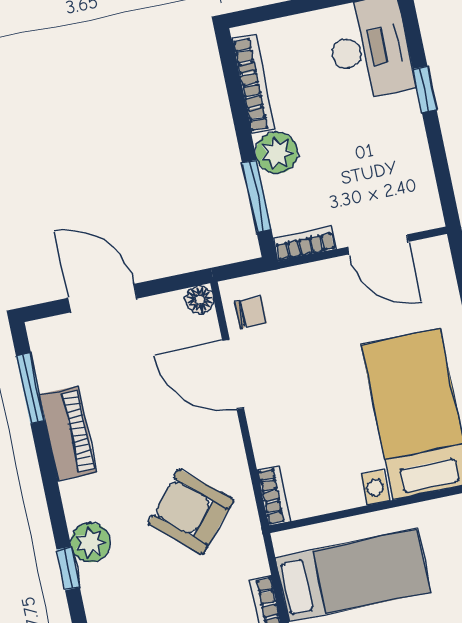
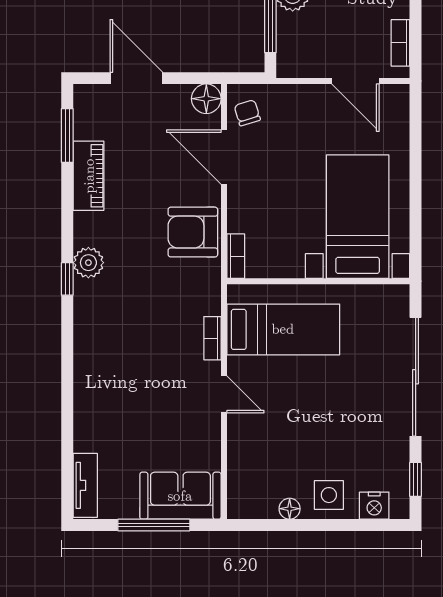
bookcase: (305, 244) -> (400, 43), moved, turned -90
floor lamp: (199, 300) -> (206, 99), width x1.37, depth x1.37
chair: (251, 313) -> (247, 113), turned -107
armchair: (191, 512) -> (193, 232), moved, turned -41

